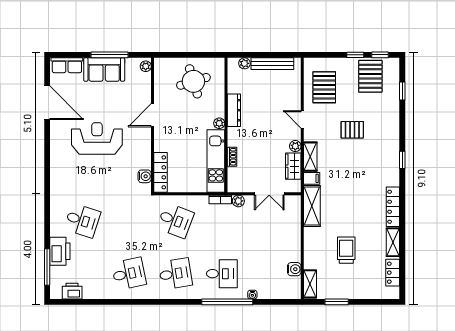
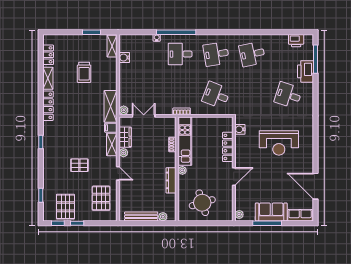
reception desk: (97, 138) -> (279, 143), moved
locker: (160, 172) -> (228, 147), moved
plant: (238, 201) -> (124, 110), moved

